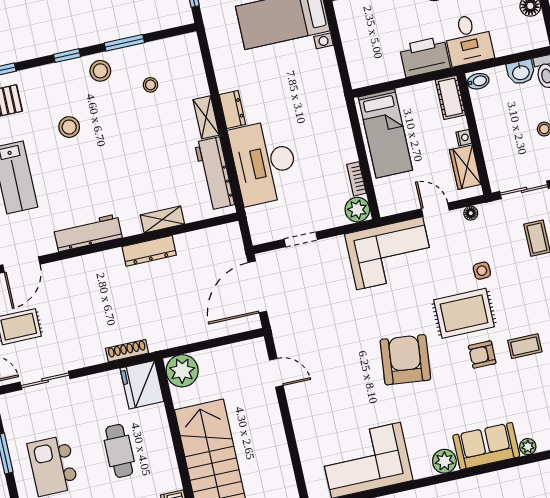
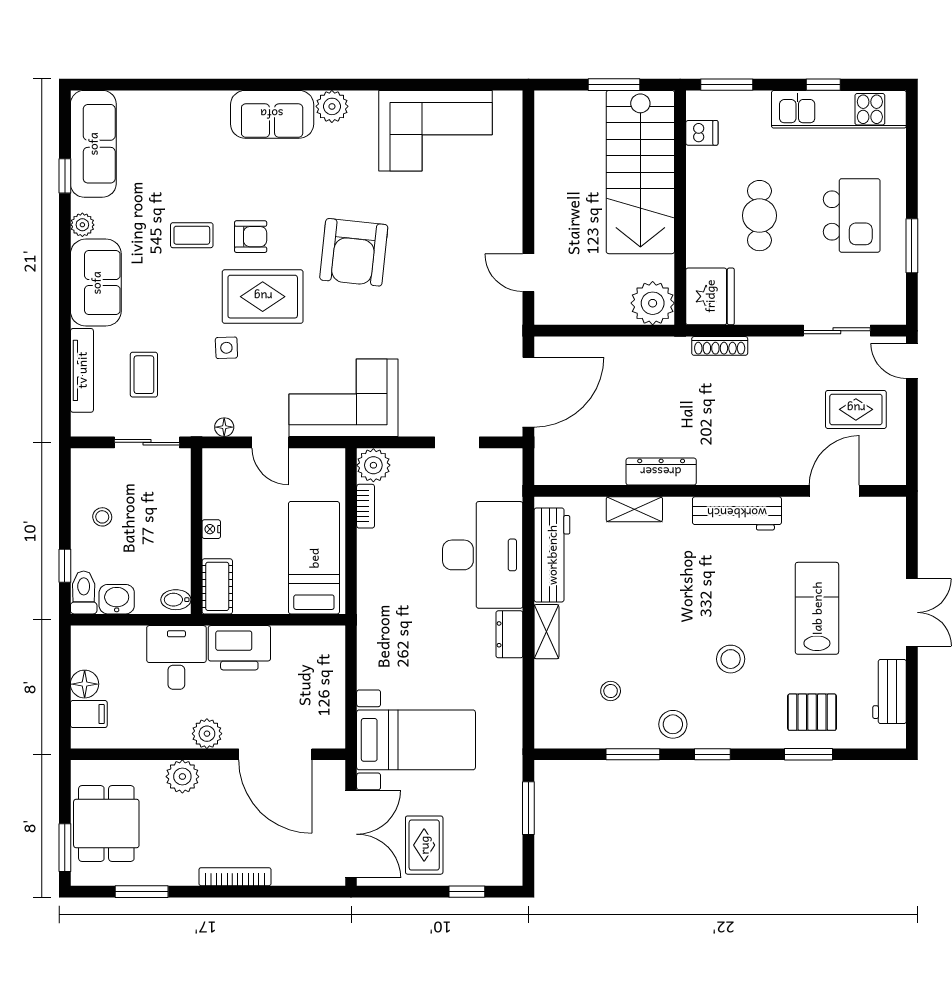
wardrobe: (465, 167) -> (218, 490), removed
plant: (528, 447) -> (217, 101), removed

